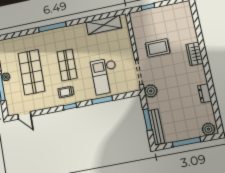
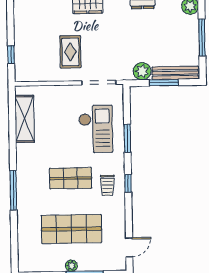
checkout: (105, 76) -> (96, 129), turned -90
plant: (151, 91) -> (142, 71), moved

